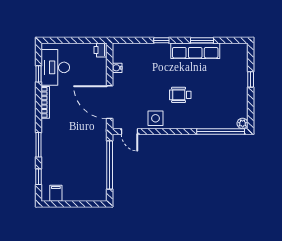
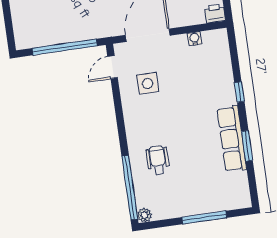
window: (251, 79) -> (204, 217), width x2.17
wheelchair: (180, 95) -> (158, 160), moved
side table: (156, 118) -> (148, 83), moved

